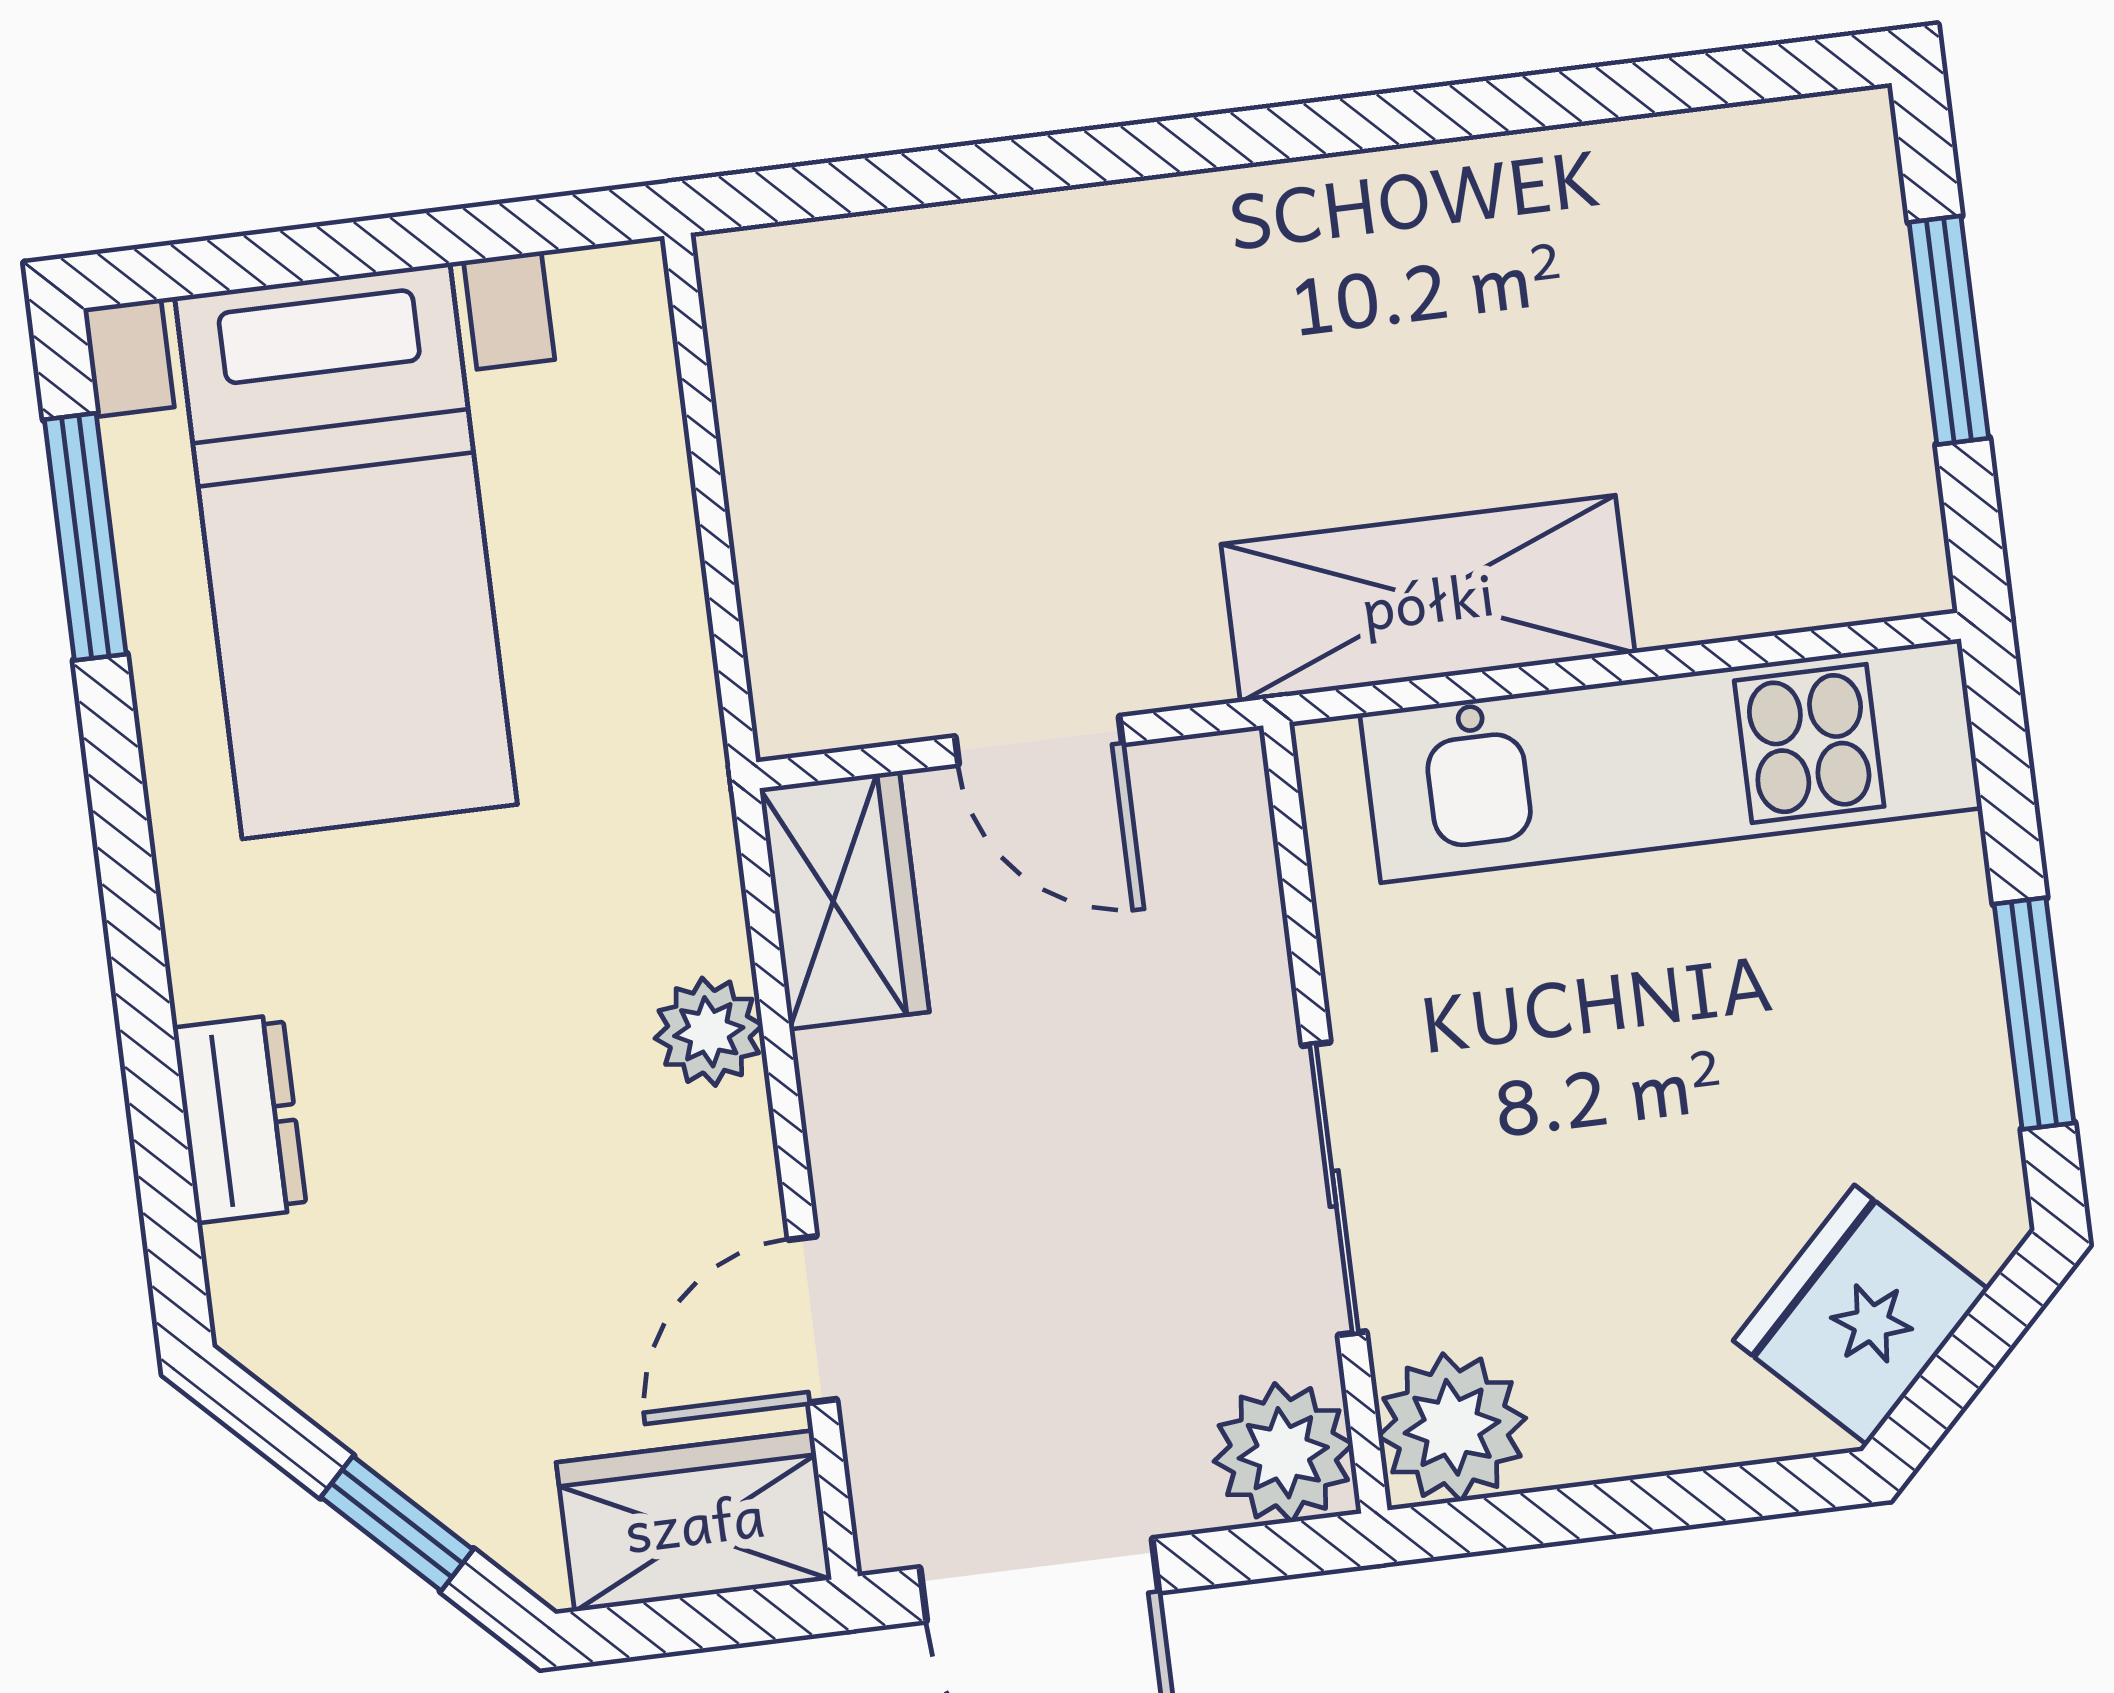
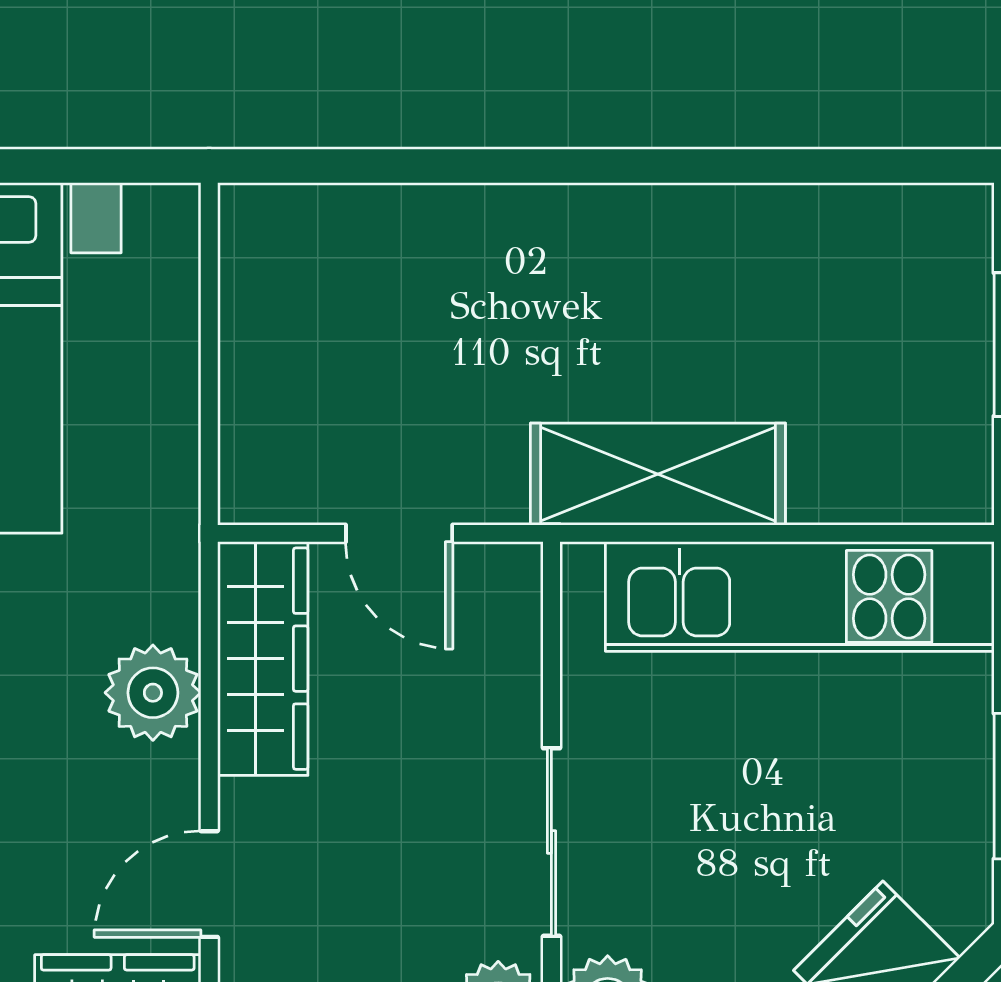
wardrobe: (844, 900) -> (263, 659), width x1.50
plant: (709, 1032) -> (153, 693), width x1.38, depth x1.38

